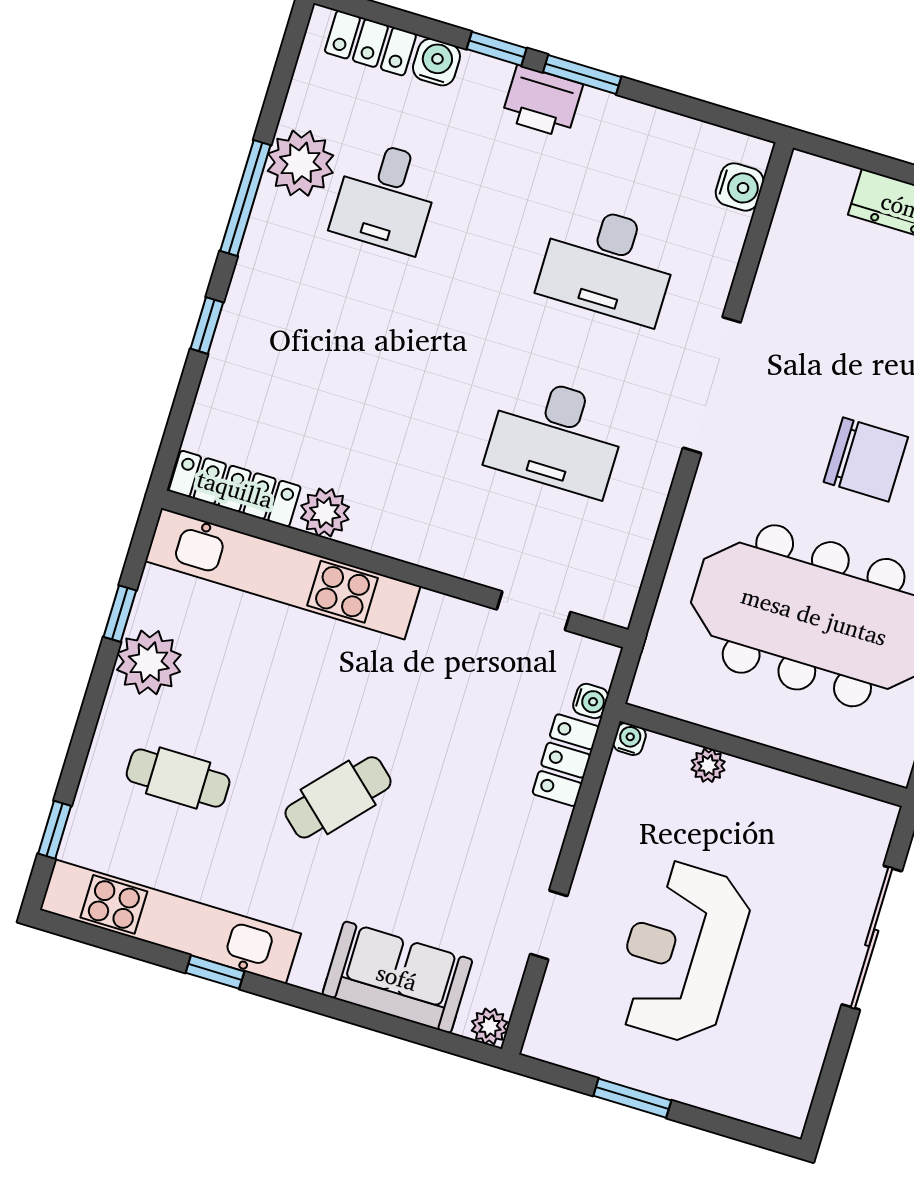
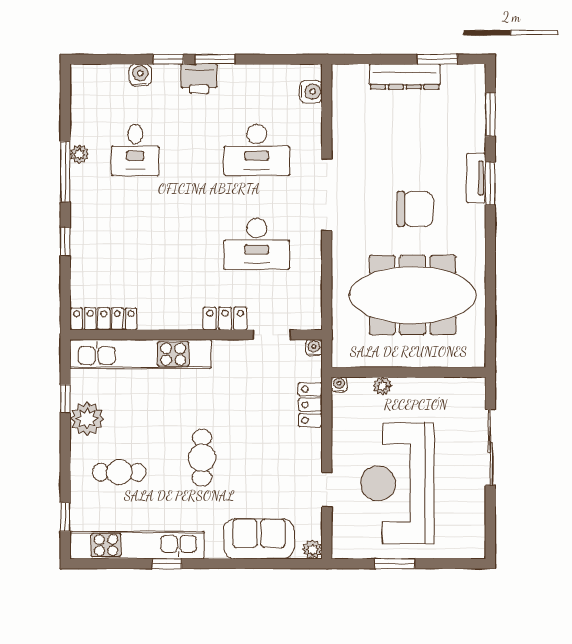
locker: (370, 43) -> (225, 319), moved, turned 180
plant: (300, 163) -> (79, 154), width x0.53, depth x0.53
plant: (325, 513) -> (152, 317), removed
water cooler: (591, 701) -> (314, 348), moved, turned -90
cafe table: (338, 797) -> (202, 458), turned -42
reception desk: (681, 952) -> (397, 483), width x1.36, depth x1.30

